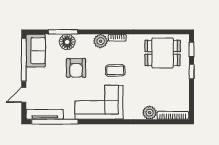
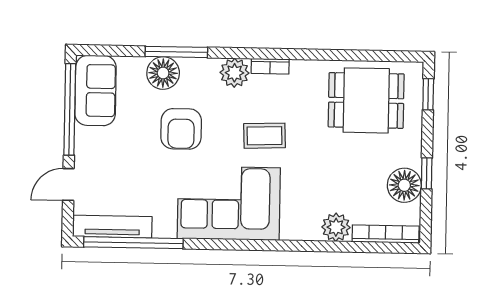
window: (63, 32) -> (176, 52), moved
window: (192, 72) -> (427, 173), moved
floor lamp: (181, 92) -> (404, 185), added

